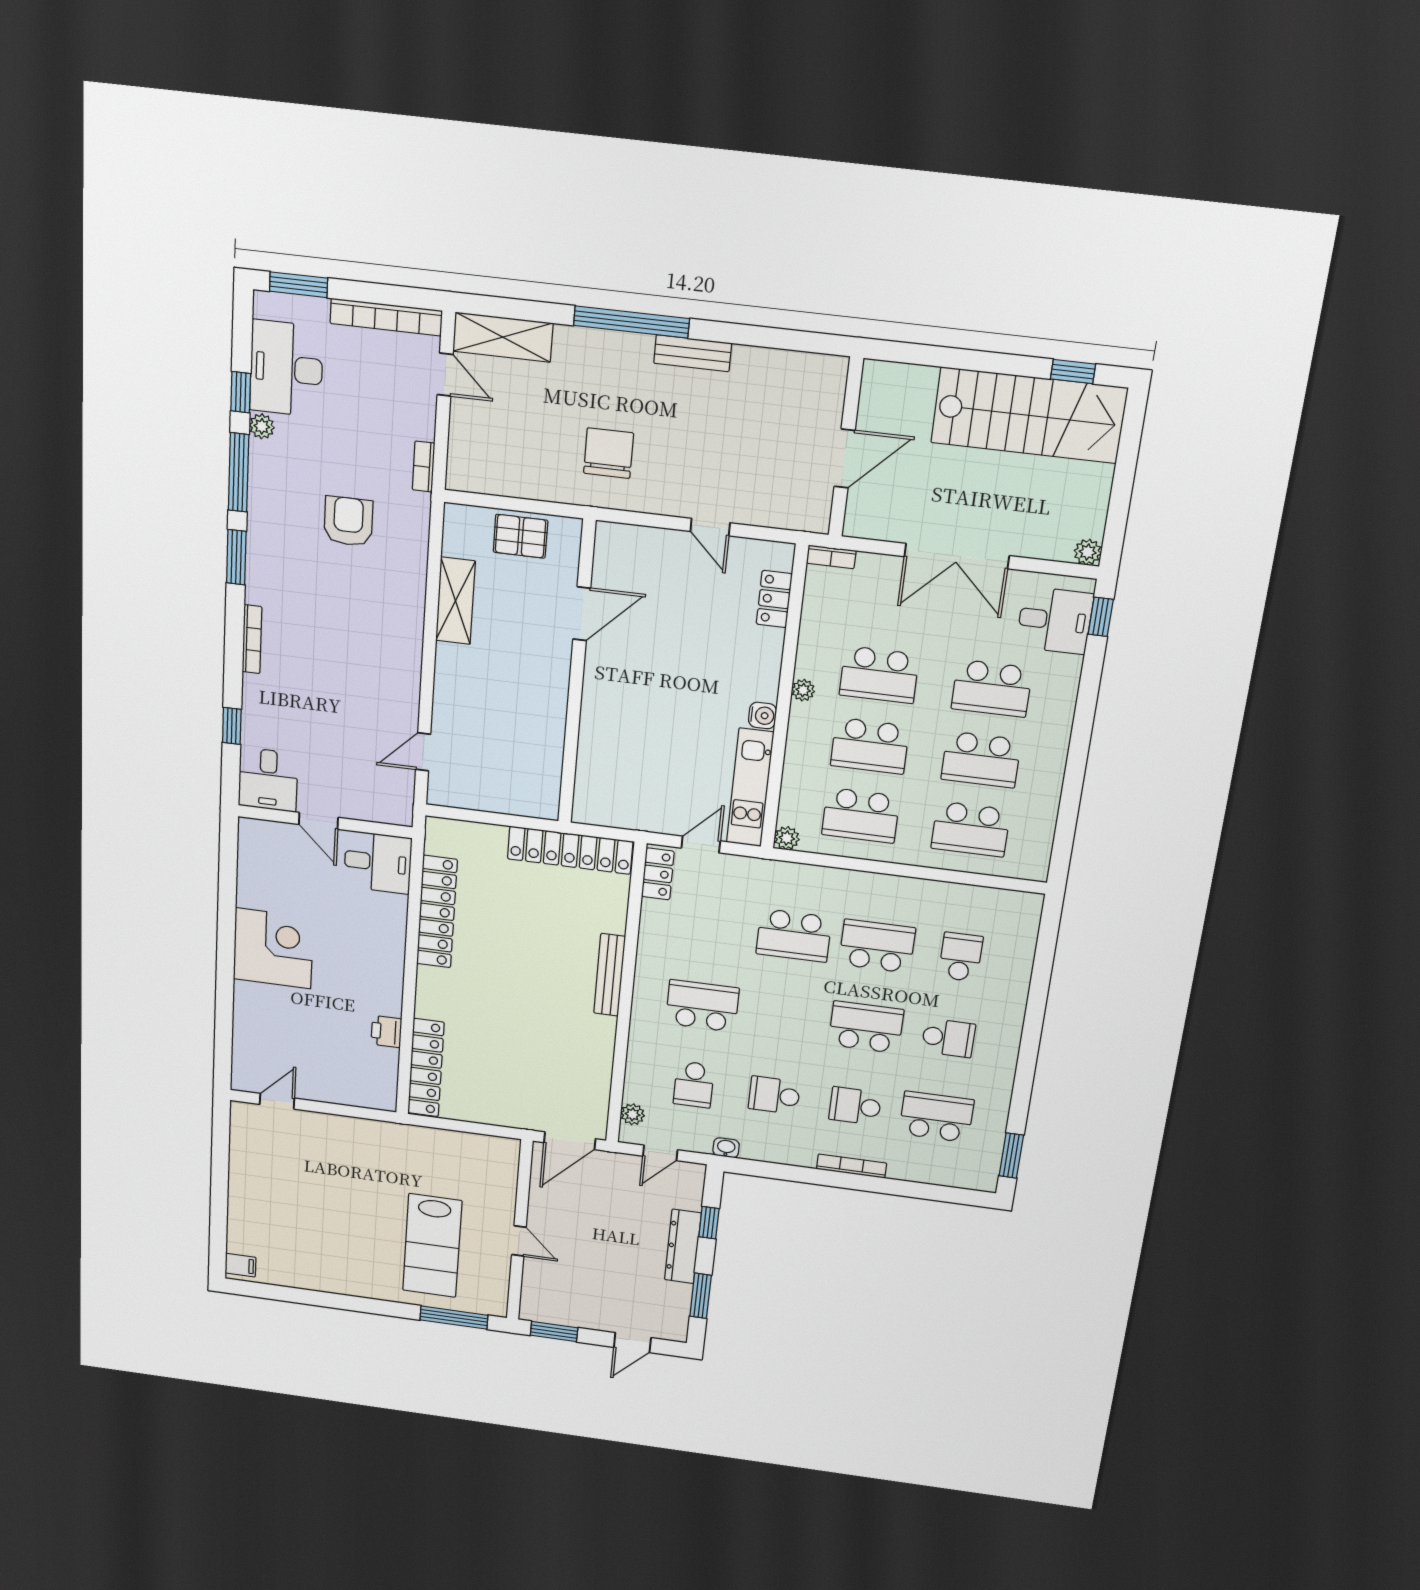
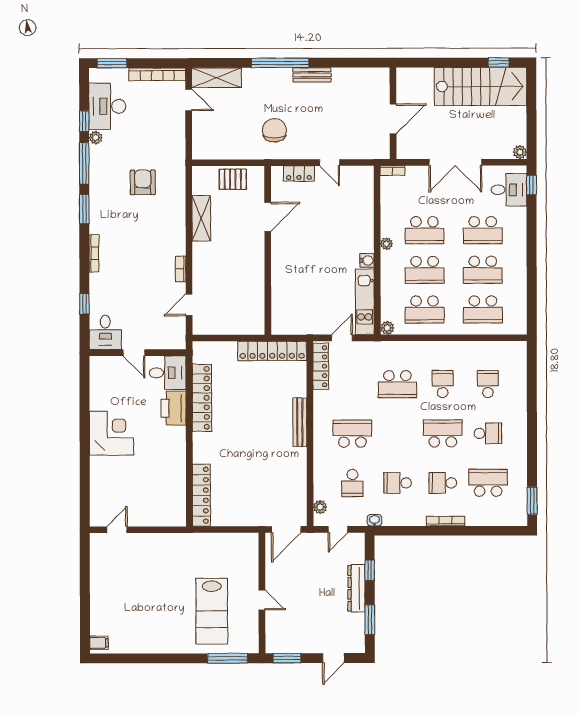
bookcase: (424, 467) -> (181, 269), moved
locker: (774, 599) -> (299, 174), moved, turned -90
locker: (658, 874) -> (321, 366), width x1.53
school desk: (877, 946) -> (443, 384), width x0.54
printer: (386, 1032) -> (174, 408), moved, width x1.87, depth x1.48

